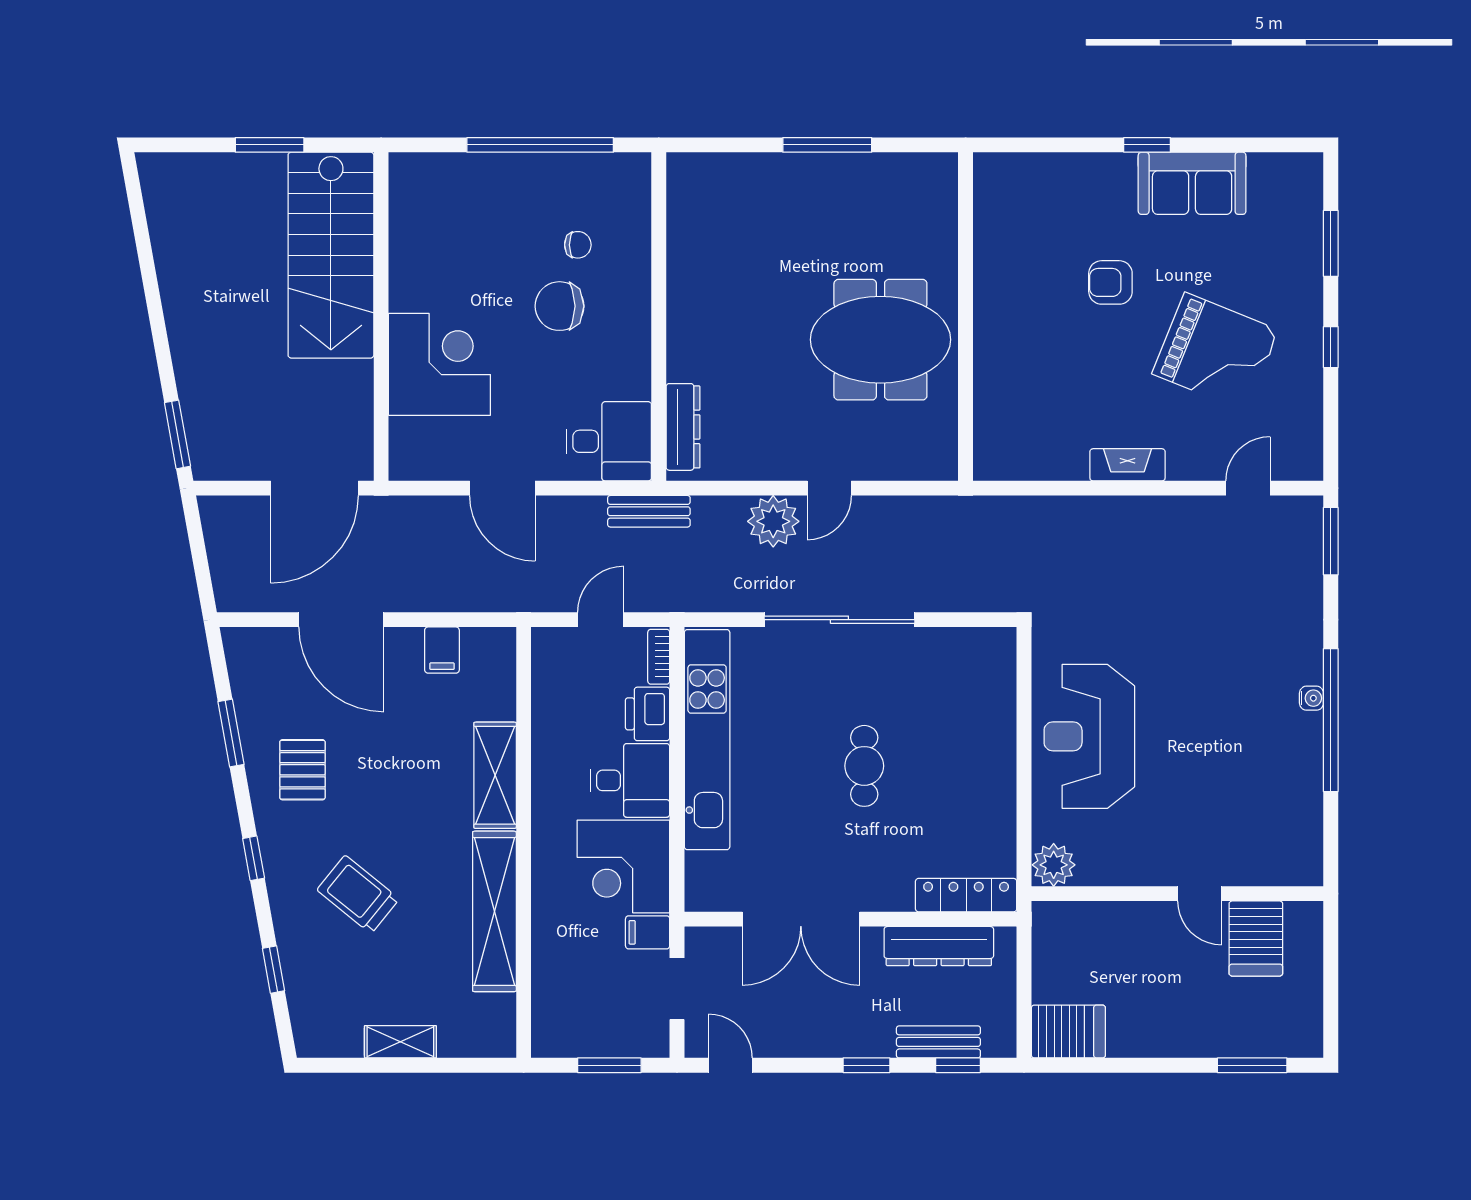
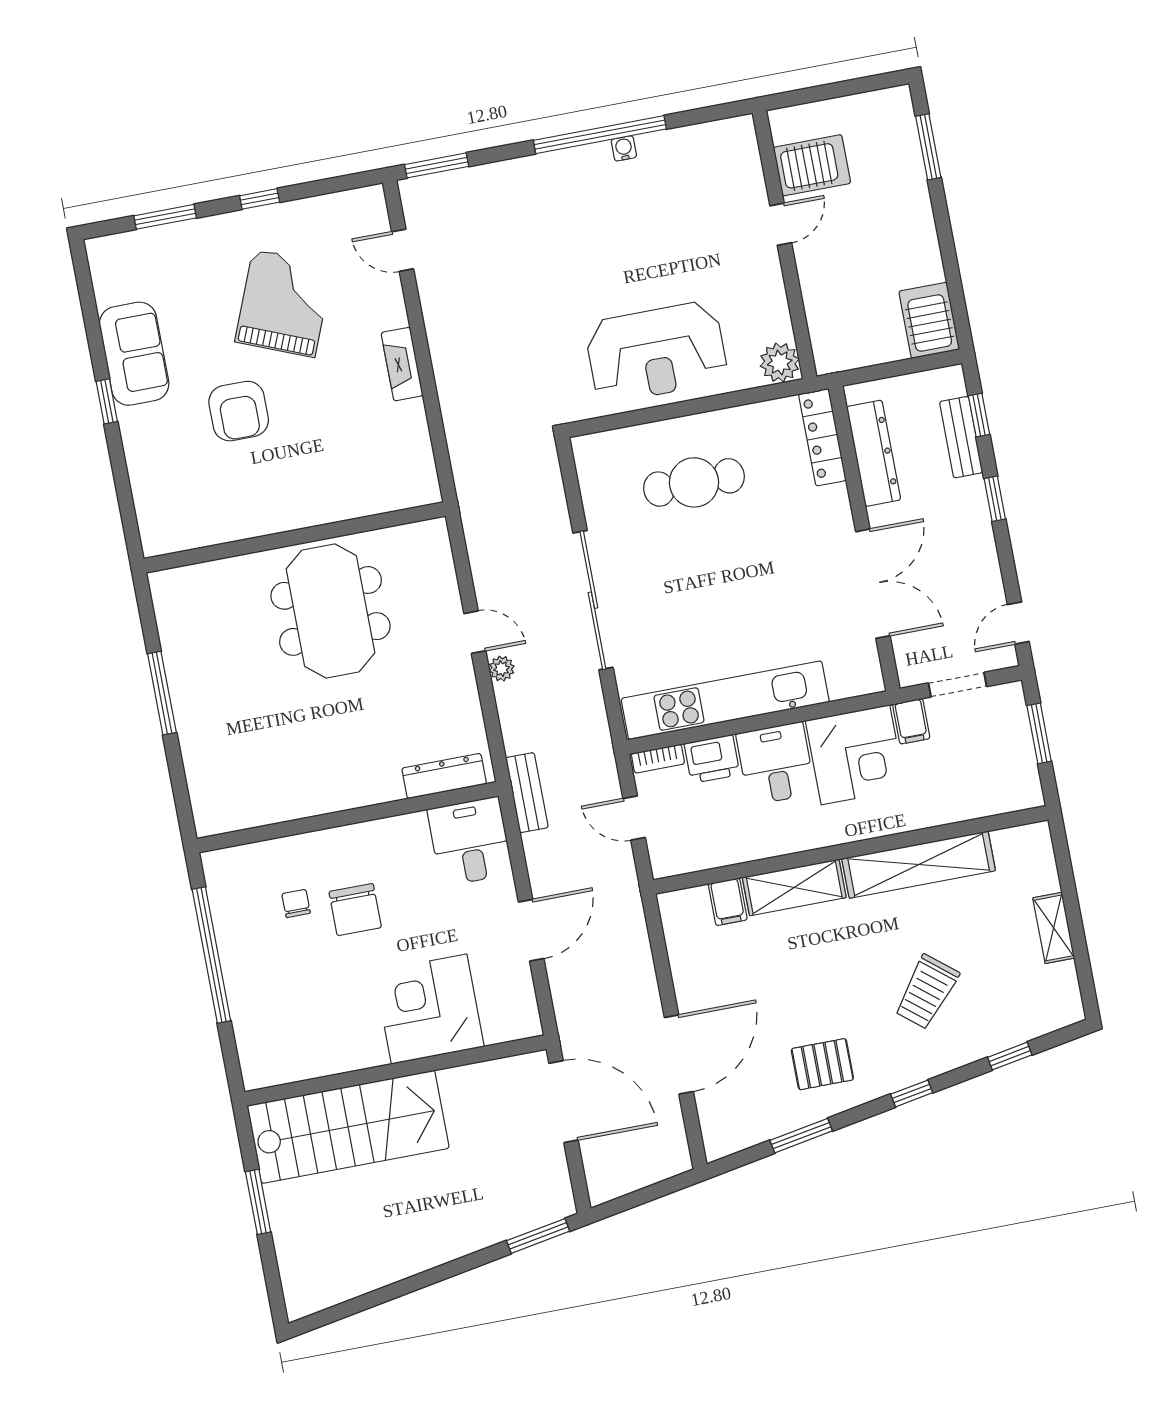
armchair: (1110, 282) -> (239, 411), width x1.38, depth x1.38
plant: (773, 521) -> (502, 669), width x0.53, depth x0.53
filing cabinet: (442, 650) -> (728, 902), moved, turned 90
water cooler: (1311, 698) -> (624, 148), moved
cafe table: (864, 766) -> (694, 482), moved, width x1.37, depth x1.35

